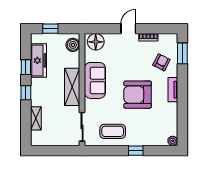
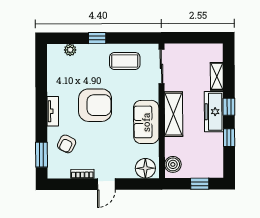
freezer: (38, 60) -> (214, 112), moved
plant: (173, 141) -> (70, 50), moved

